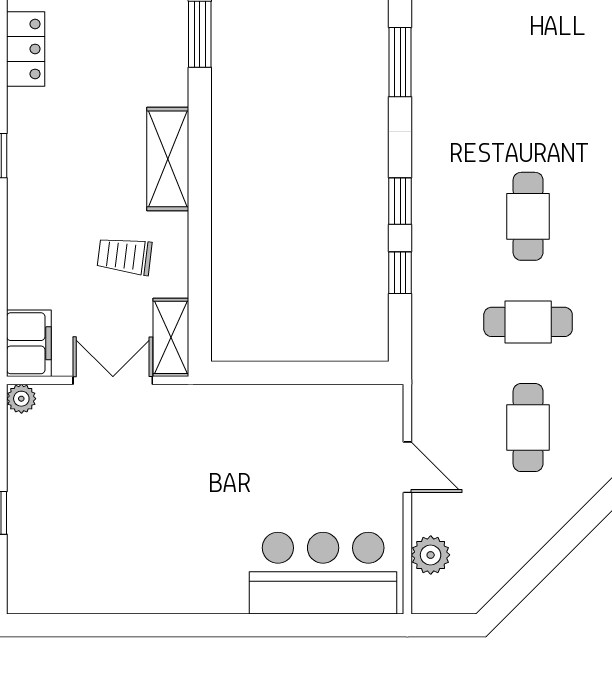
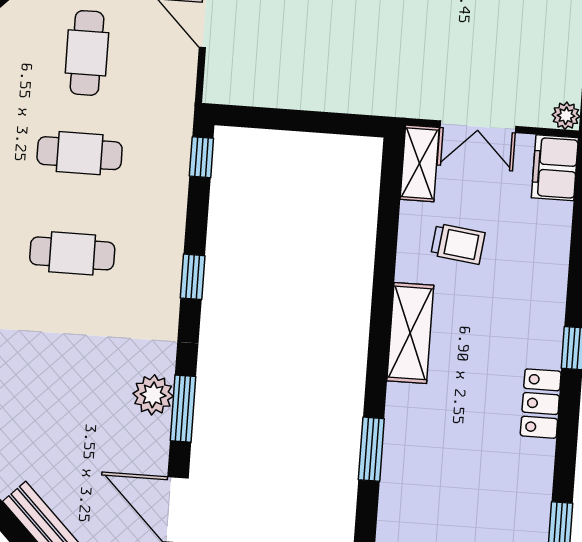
locker: (26, 49) -> (541, 404), moved
plant: (432, 74) -> (153, 395), added
cafe table: (528, 216) -> (72, 253), turned 90
window: (400, 273) -> (201, 157), moved

